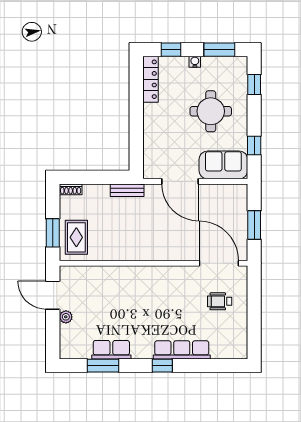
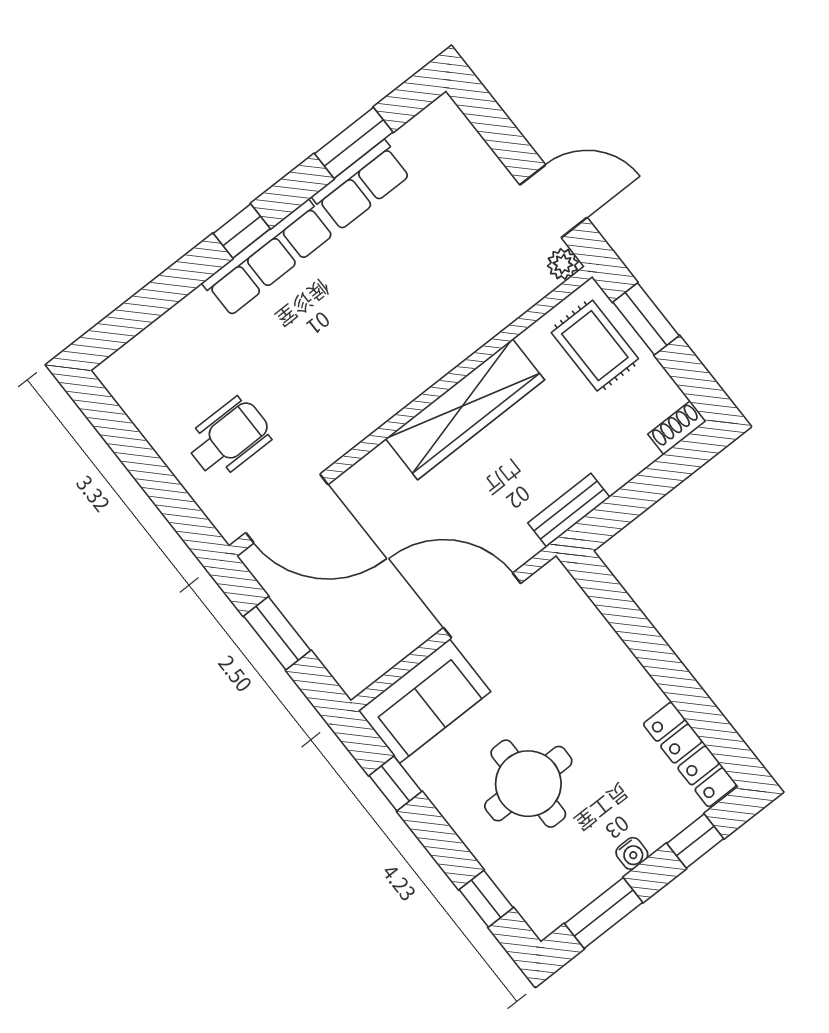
wardrobe: (135, 250) -> (465, 409), added
wheelchair: (220, 301) -> (229, 438), width x1.36, depth x1.37
plant: (66, 317) -> (563, 264), moved
row of seats: (182, 350) -> (268, 258), moved

